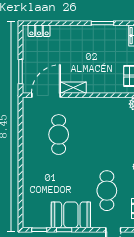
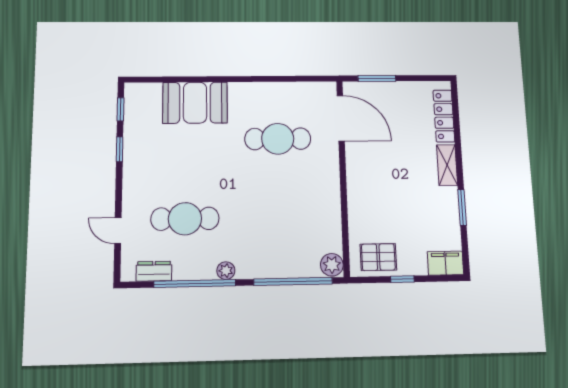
locker: (39, 31) -> (444, 116), width x1.53
shelving: (73, 88) -> (447, 165), moved
booth: (71, 215) -> (195, 103), moved, turned 90

